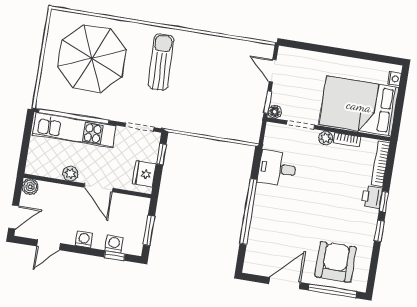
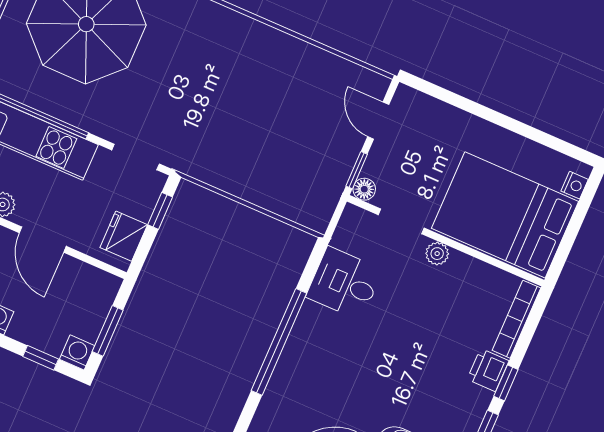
sun lounger: (161, 62) -> (198, 59), removed
bookcase: (347, 140) -> (471, 266), removed
washing machine: (114, 244) -> (77, 352), moved

